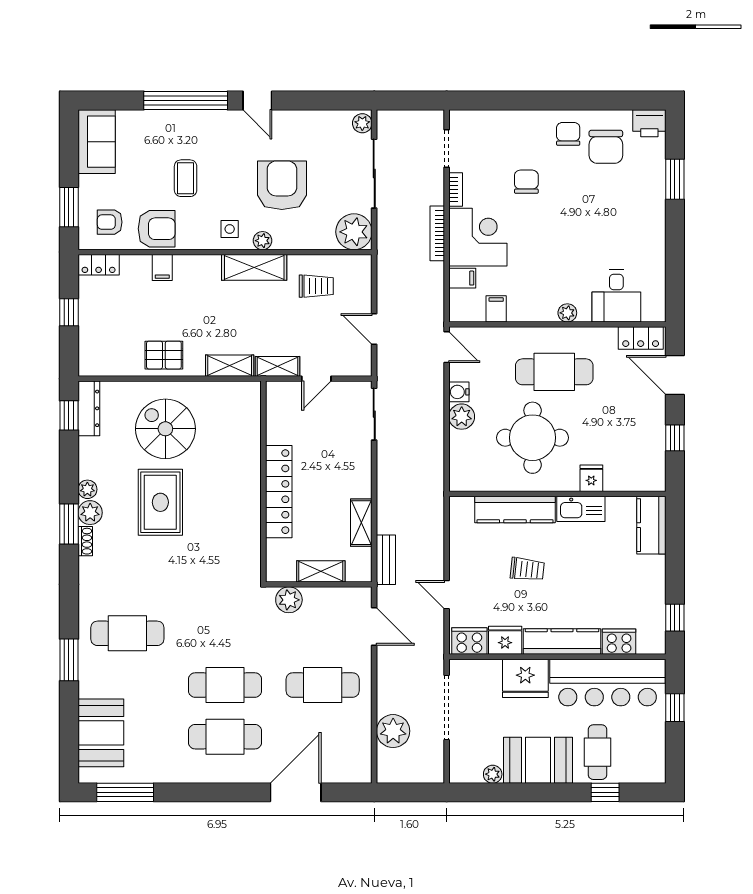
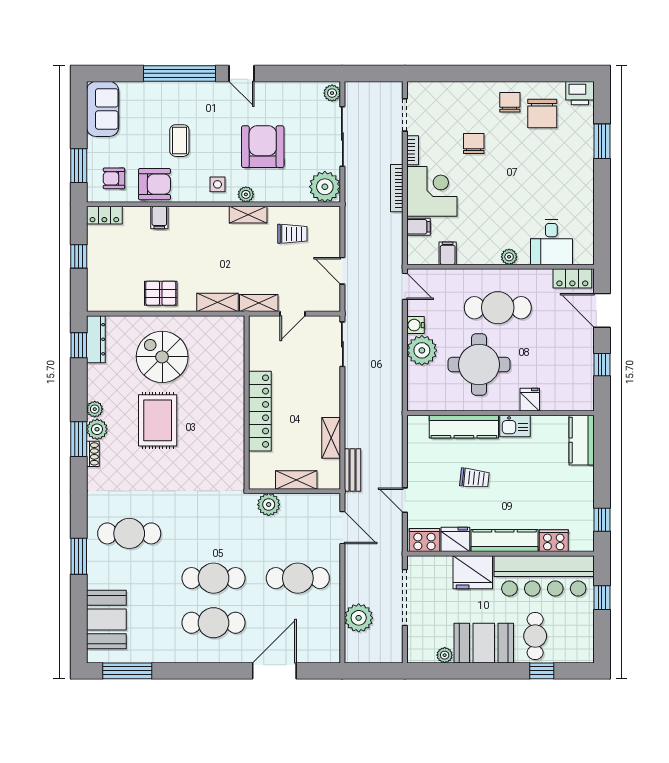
shelving: (254, 267) -> (248, 215), width x0.67, depth x0.75
plant: (462, 417) -> (422, 350), width x1.36, depth x1.36
kitchen sink: (581, 509) -> (515, 426), width x0.73

